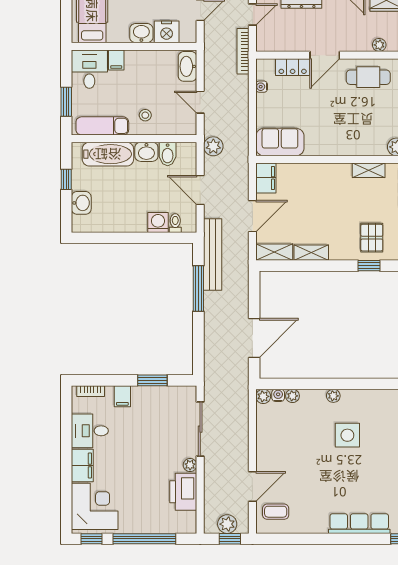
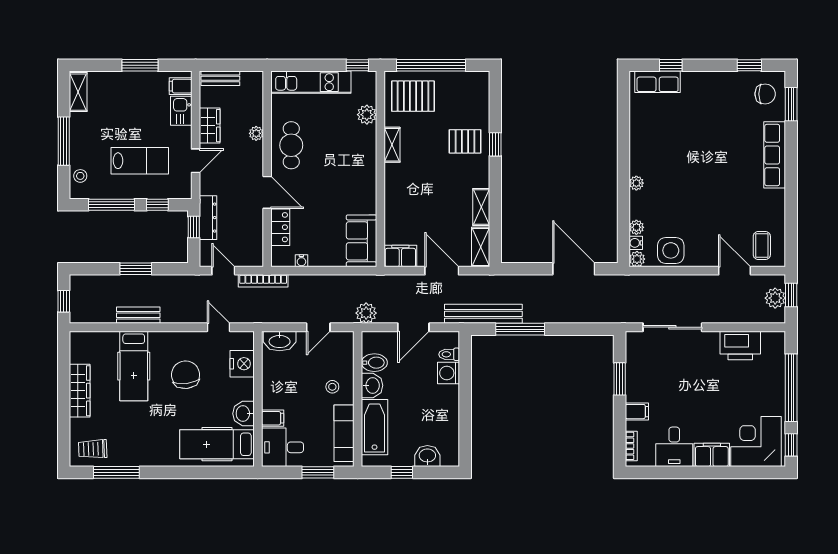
washbasin: (141, 33) -> (243, 414), moved
side table: (347, 435) -> (671, 250), moved
plant: (190, 465) -> (711, 338), removed

